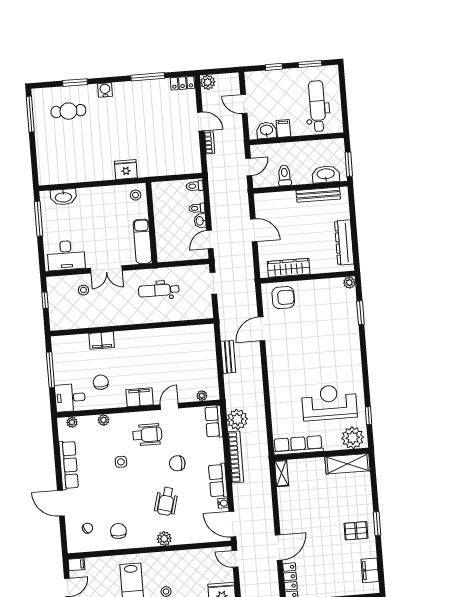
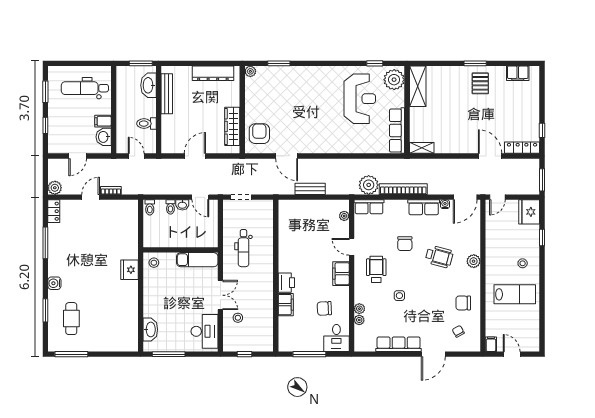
printer: (125, 339) -> (286, 283), added
reception desk: (329, 402) -> (360, 99), turned 180
plant: (72, 422) -> (359, 320), moved

